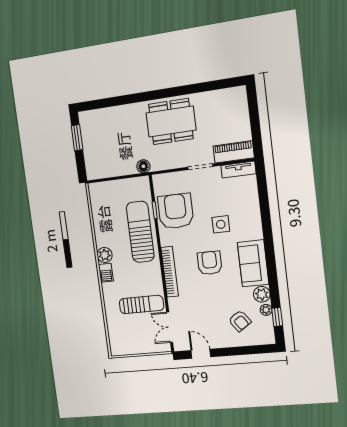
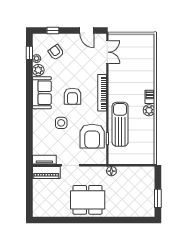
sun lounger: (140, 232) -> (120, 124), turned 180
sun lounger: (141, 305) -> (126, 71), removed
window: (248, 350) -> (53, 30), added

